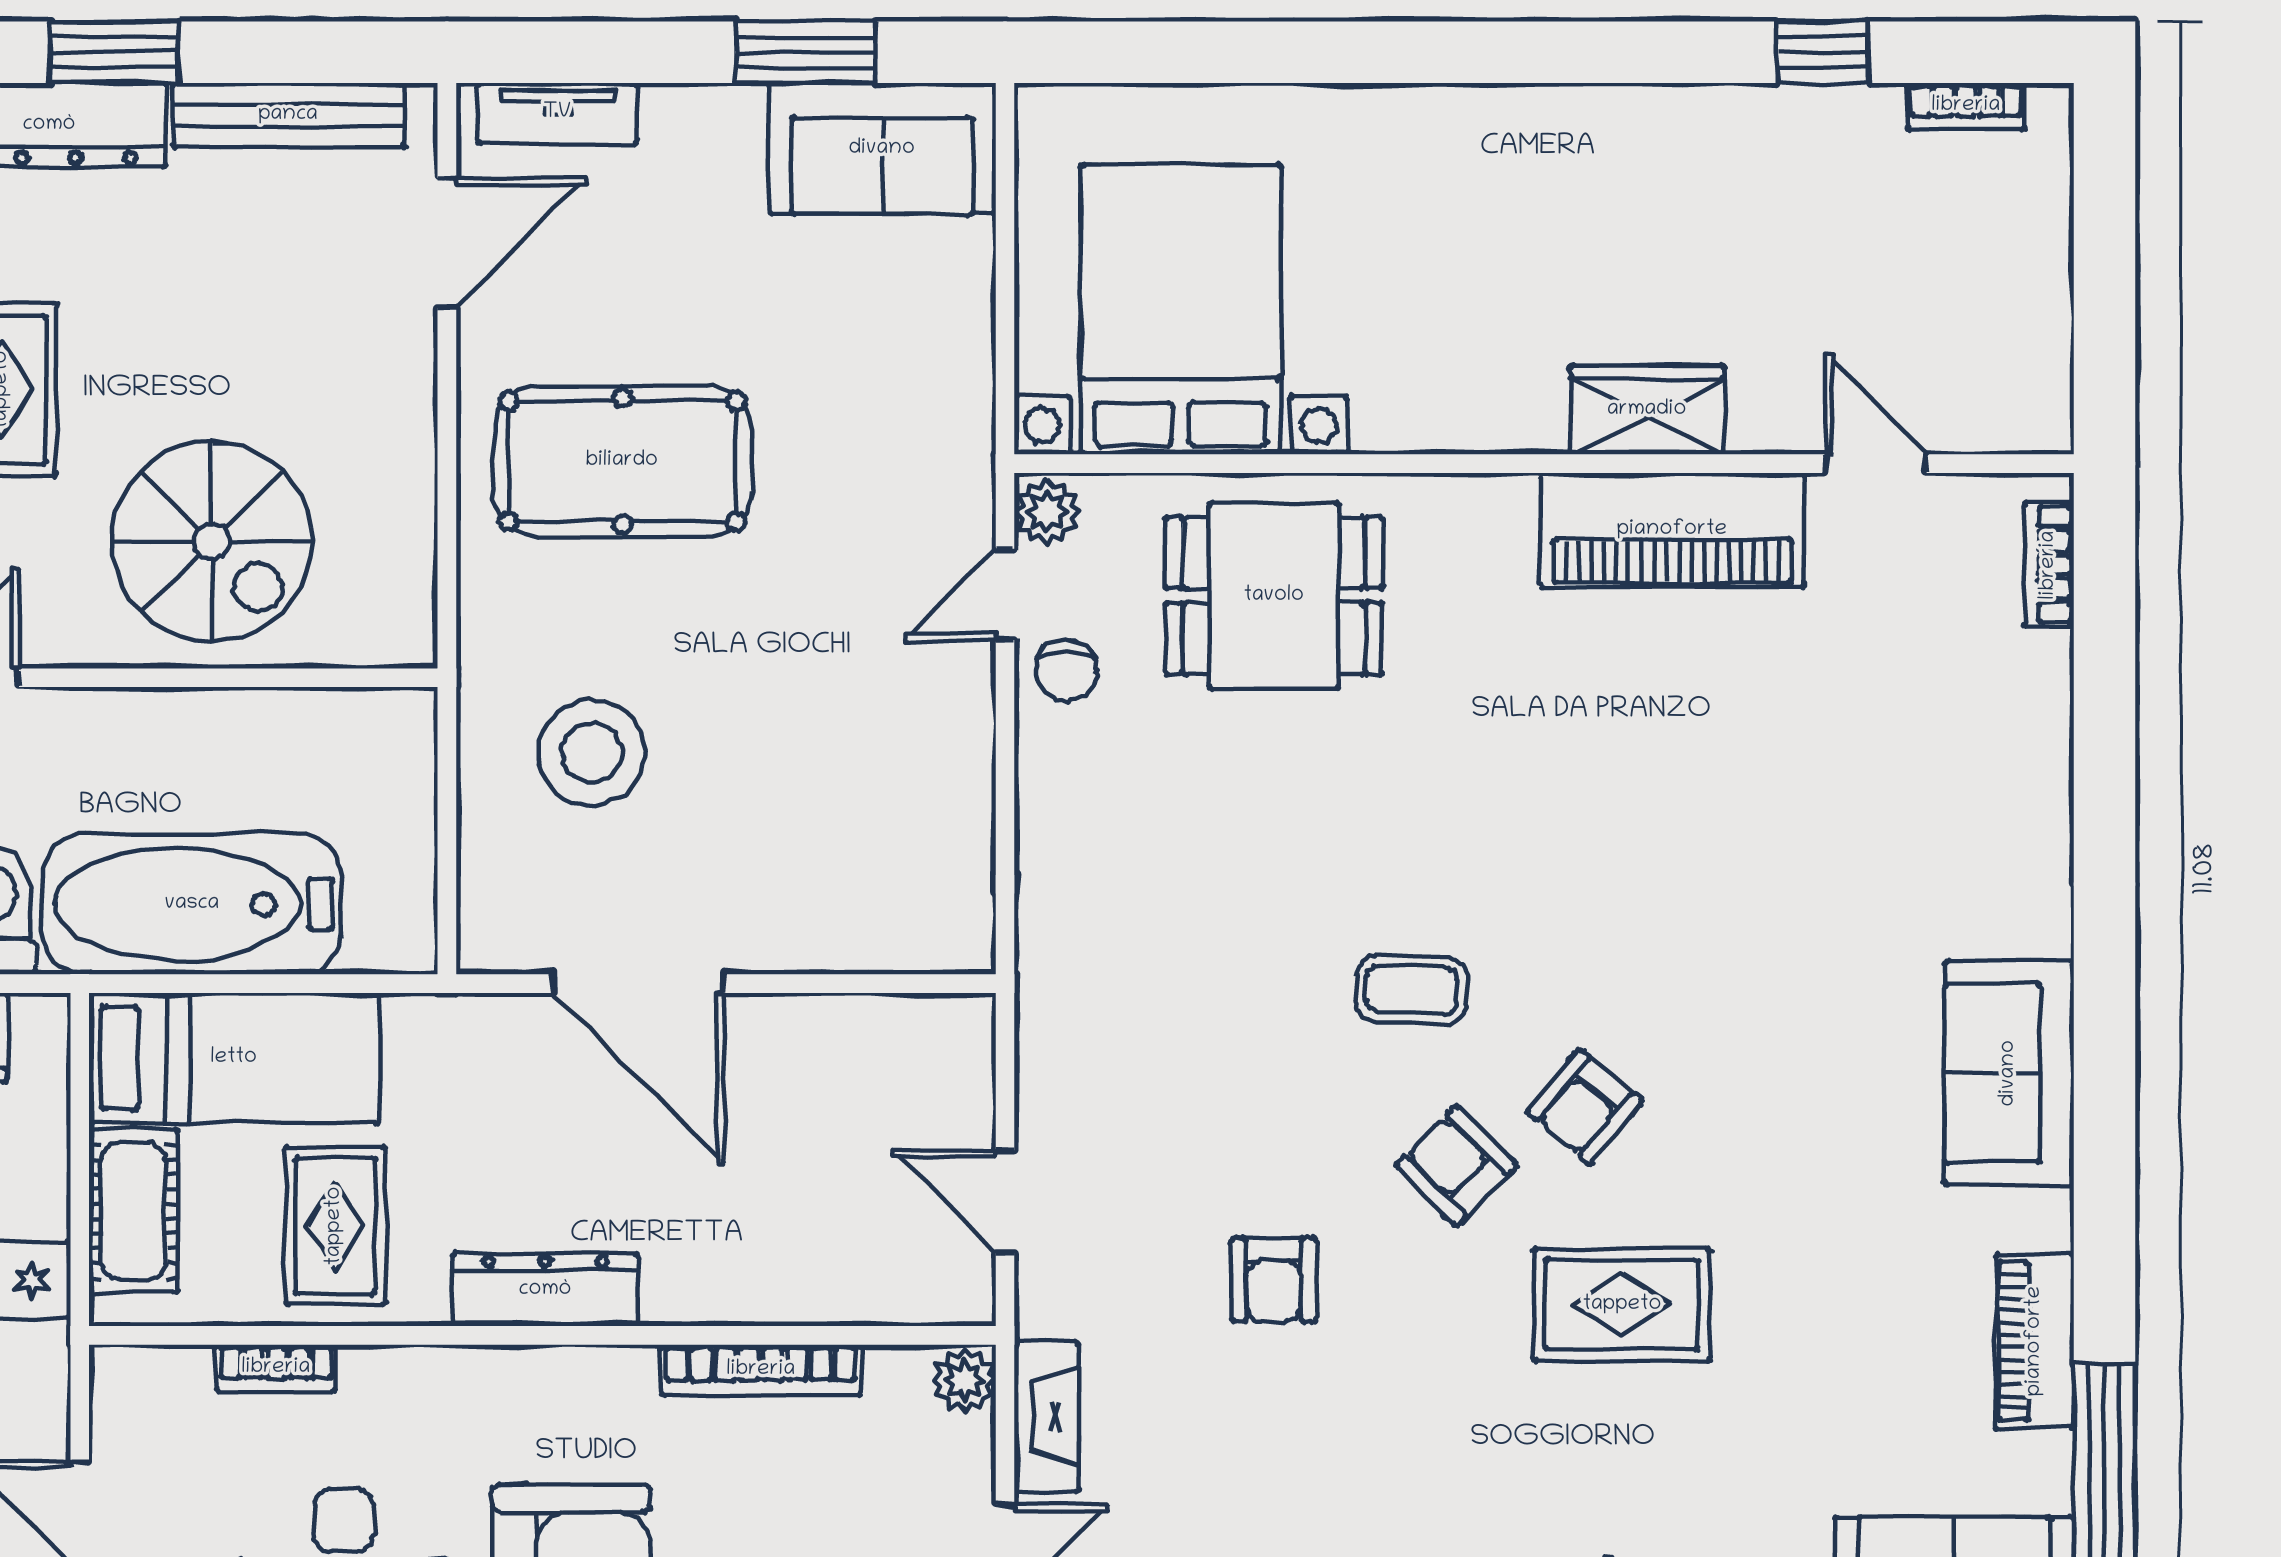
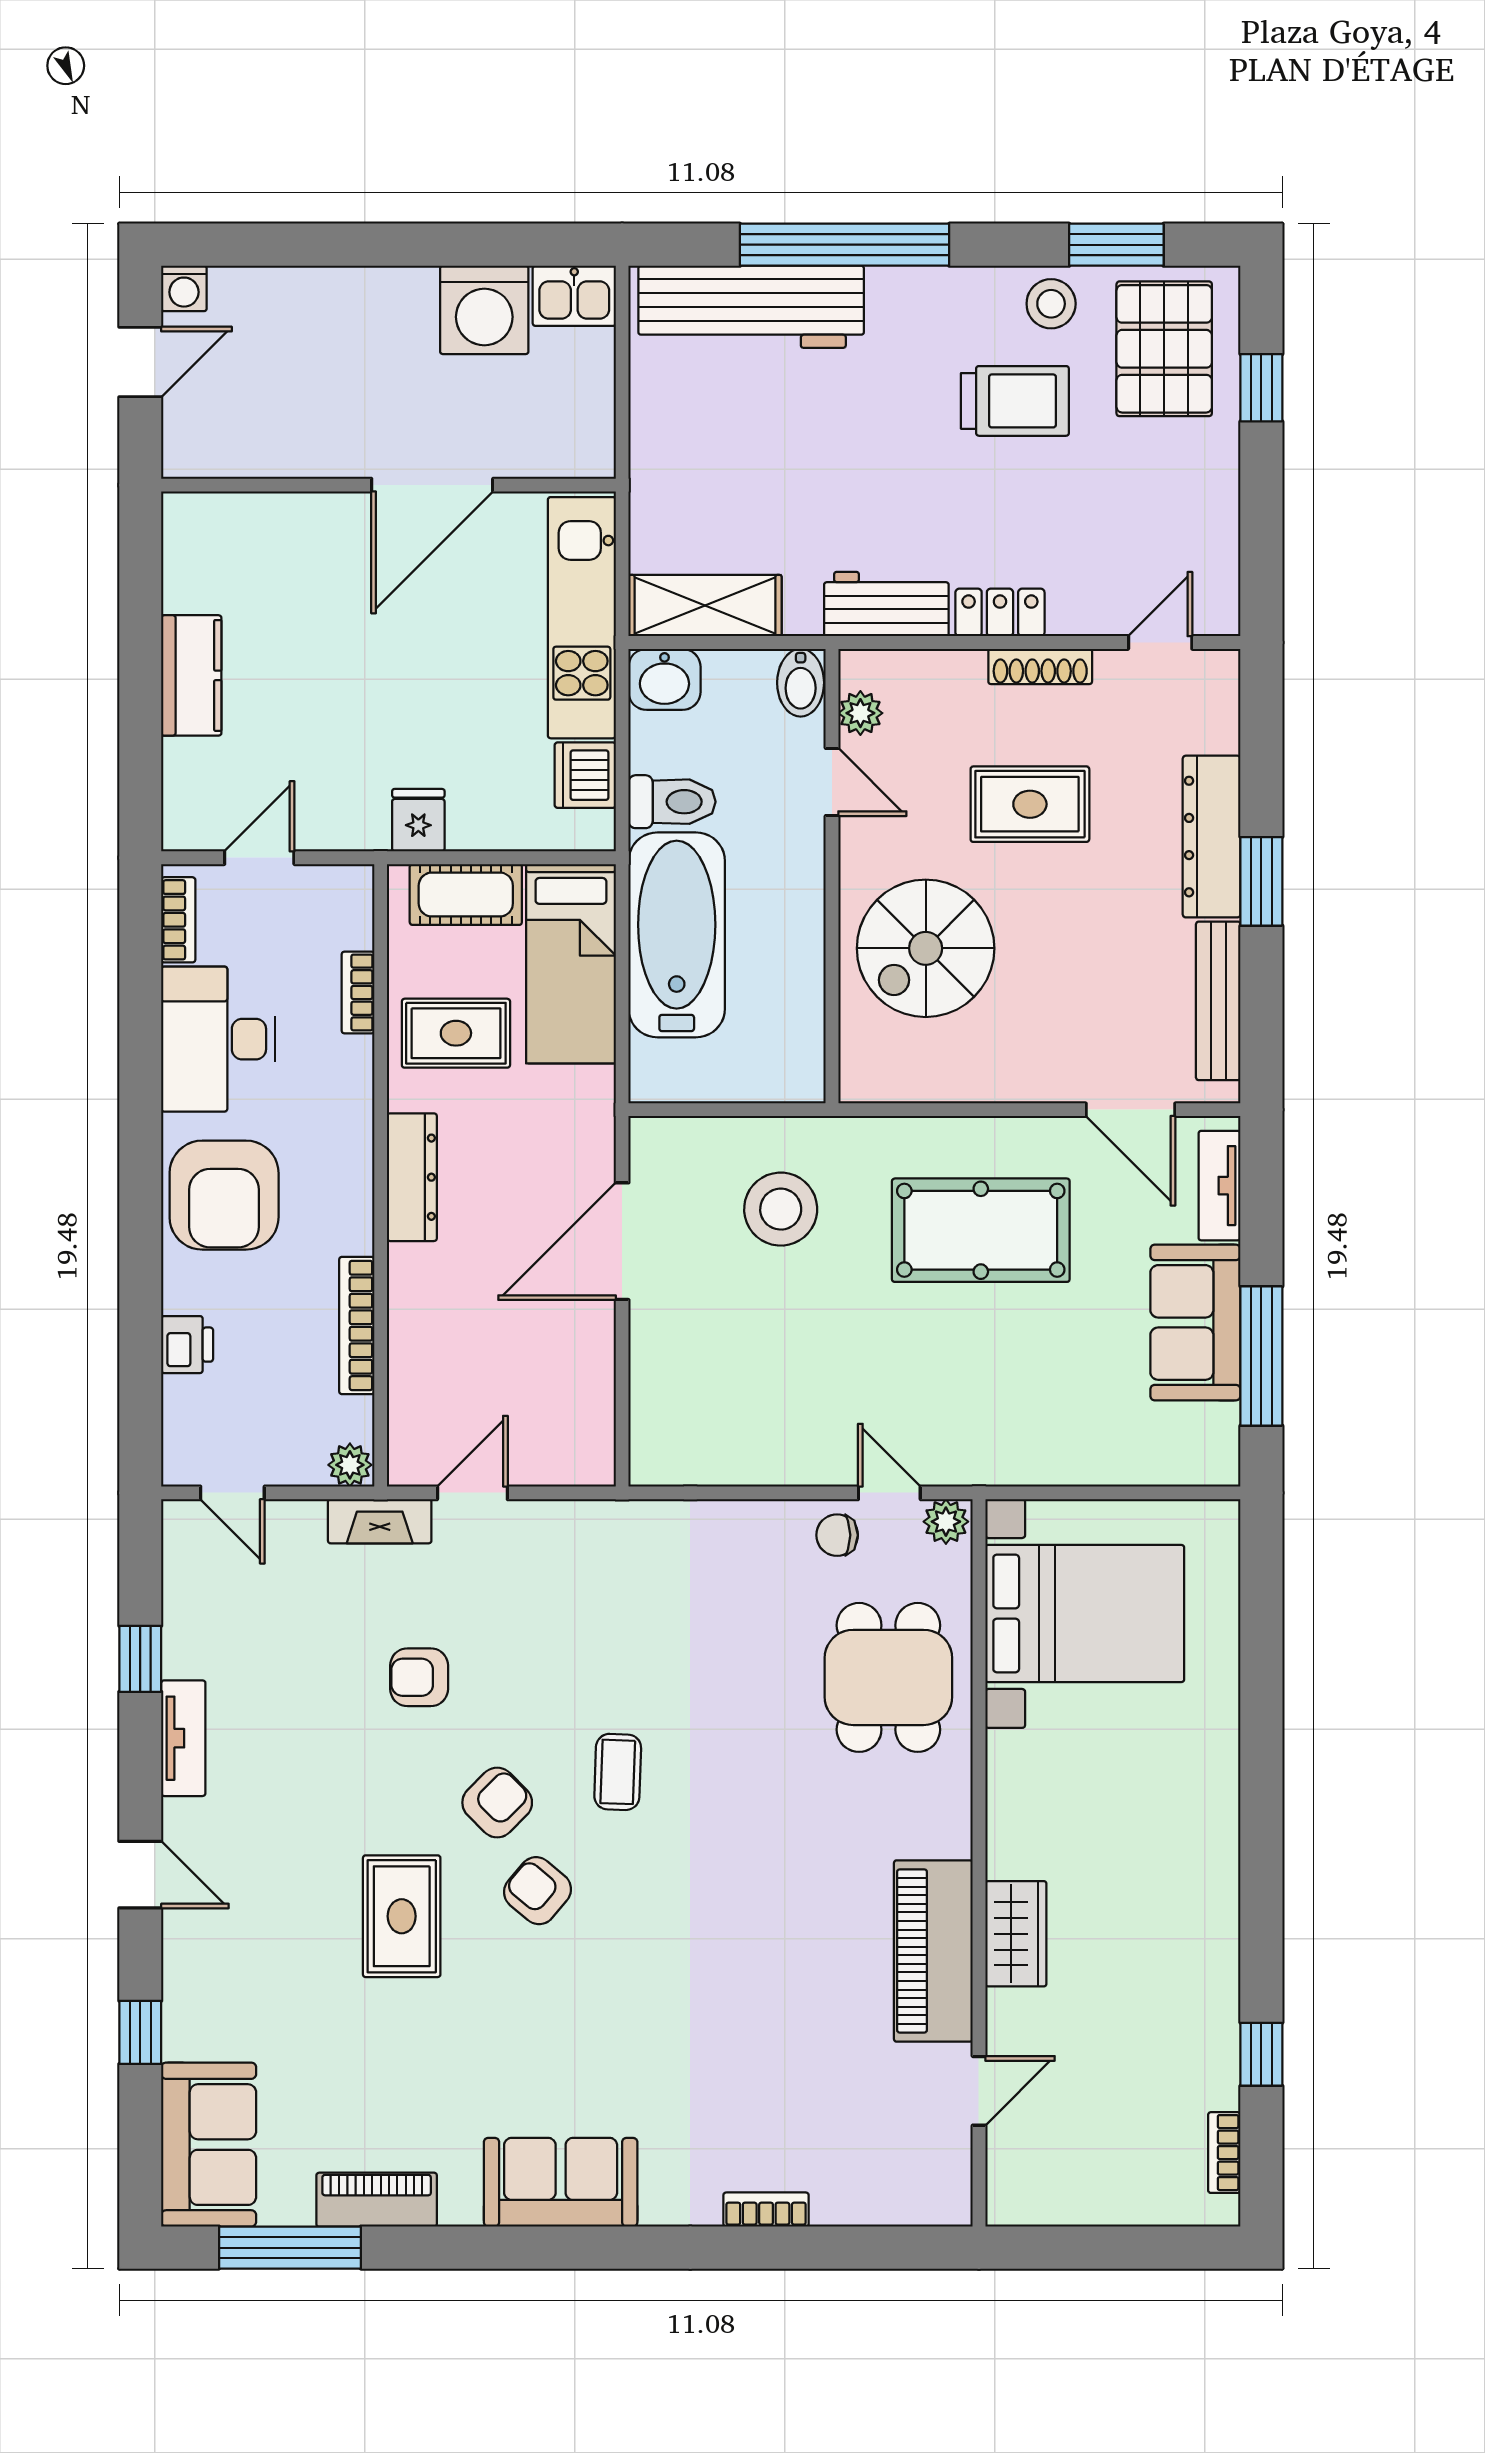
window: (806, 52) -> (1261, 1356), width x1.44
sofa: (882, 149) -> (1195, 1322), moved
pool table: (622, 461) -> (981, 1230), turned 90
bookcase: (2049, 565) -> (766, 2210), moved
fireplace: (1046, 1417) -> (380, 1521), moved

